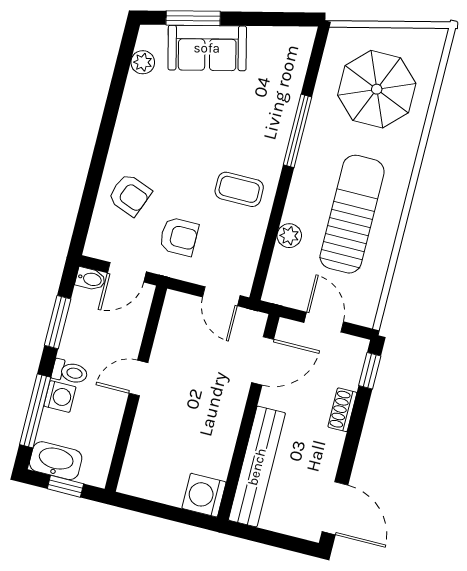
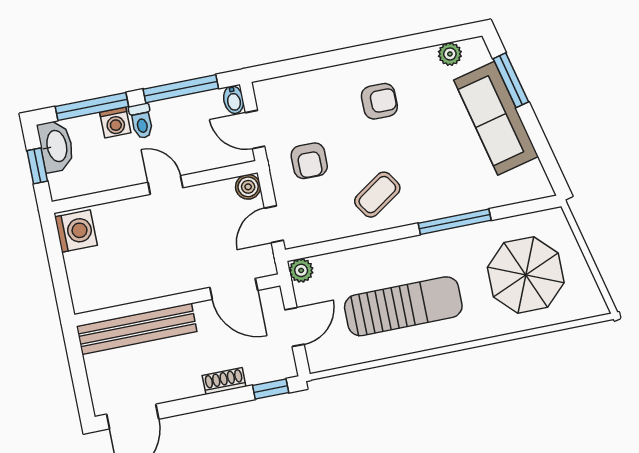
sofa: (207, 48) -> (496, 118), width x1.36
coffee table: (239, 189) -> (377, 195), turned 56
armchair: (130, 195) -> (379, 101), moved, turned -111
plant: (289, 236) -> (301, 270), moved
boiler: (176, 304) -> (248, 187), added
window: (58, 322) -> (181, 89), width x1.44
washing machine: (204, 495) -> (76, 231), moved, turned 90

